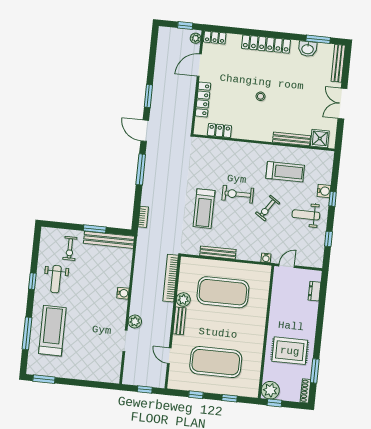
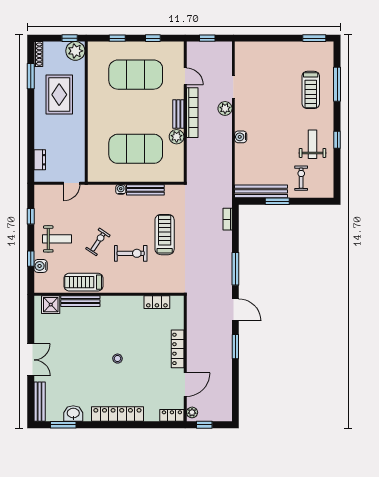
locker: (219, 131) -> (157, 302), moved
shower: (320, 138) -> (51, 305), moved
bench: (291, 139) -> (80, 301), moved
wall: (264, 143) -> (109, 294), moved
water cooler: (266, 258) -> (121, 189), moved
bookcase: (171, 278) -> (192, 113), moved
treadmill: (52, 331) -> (311, 90), width x0.73, depth x0.73
rug: (290, 351) -> (59, 95), turned 90

